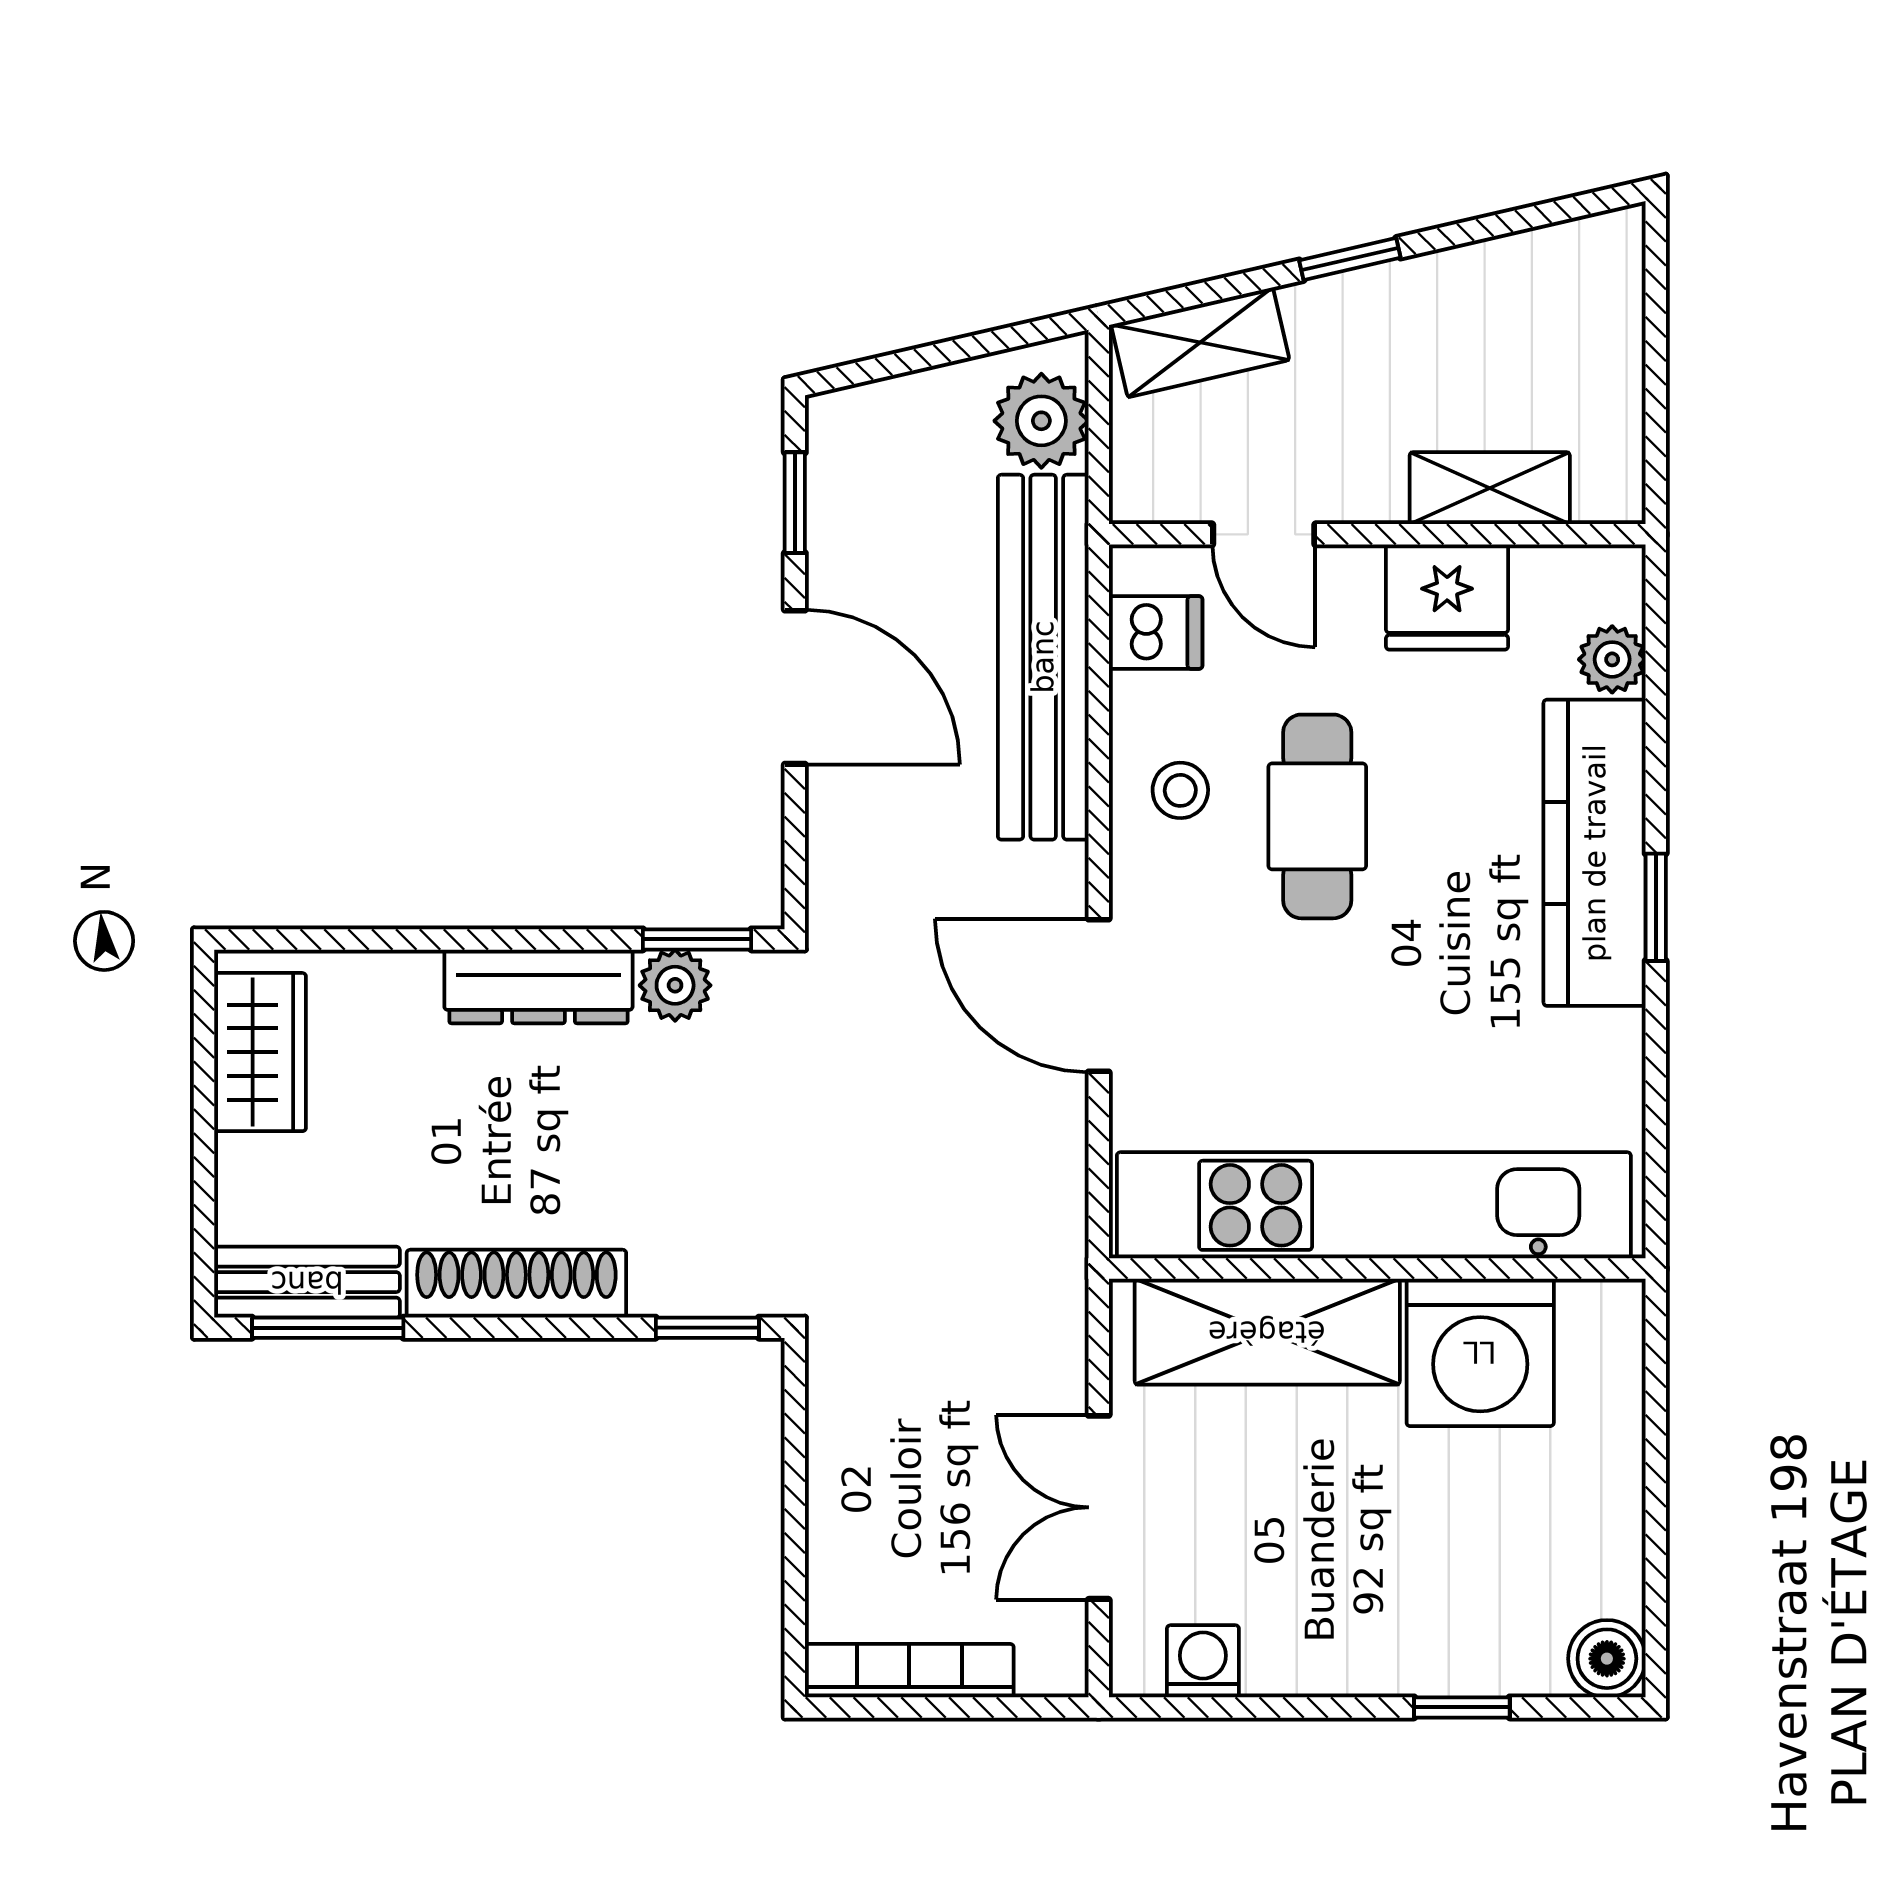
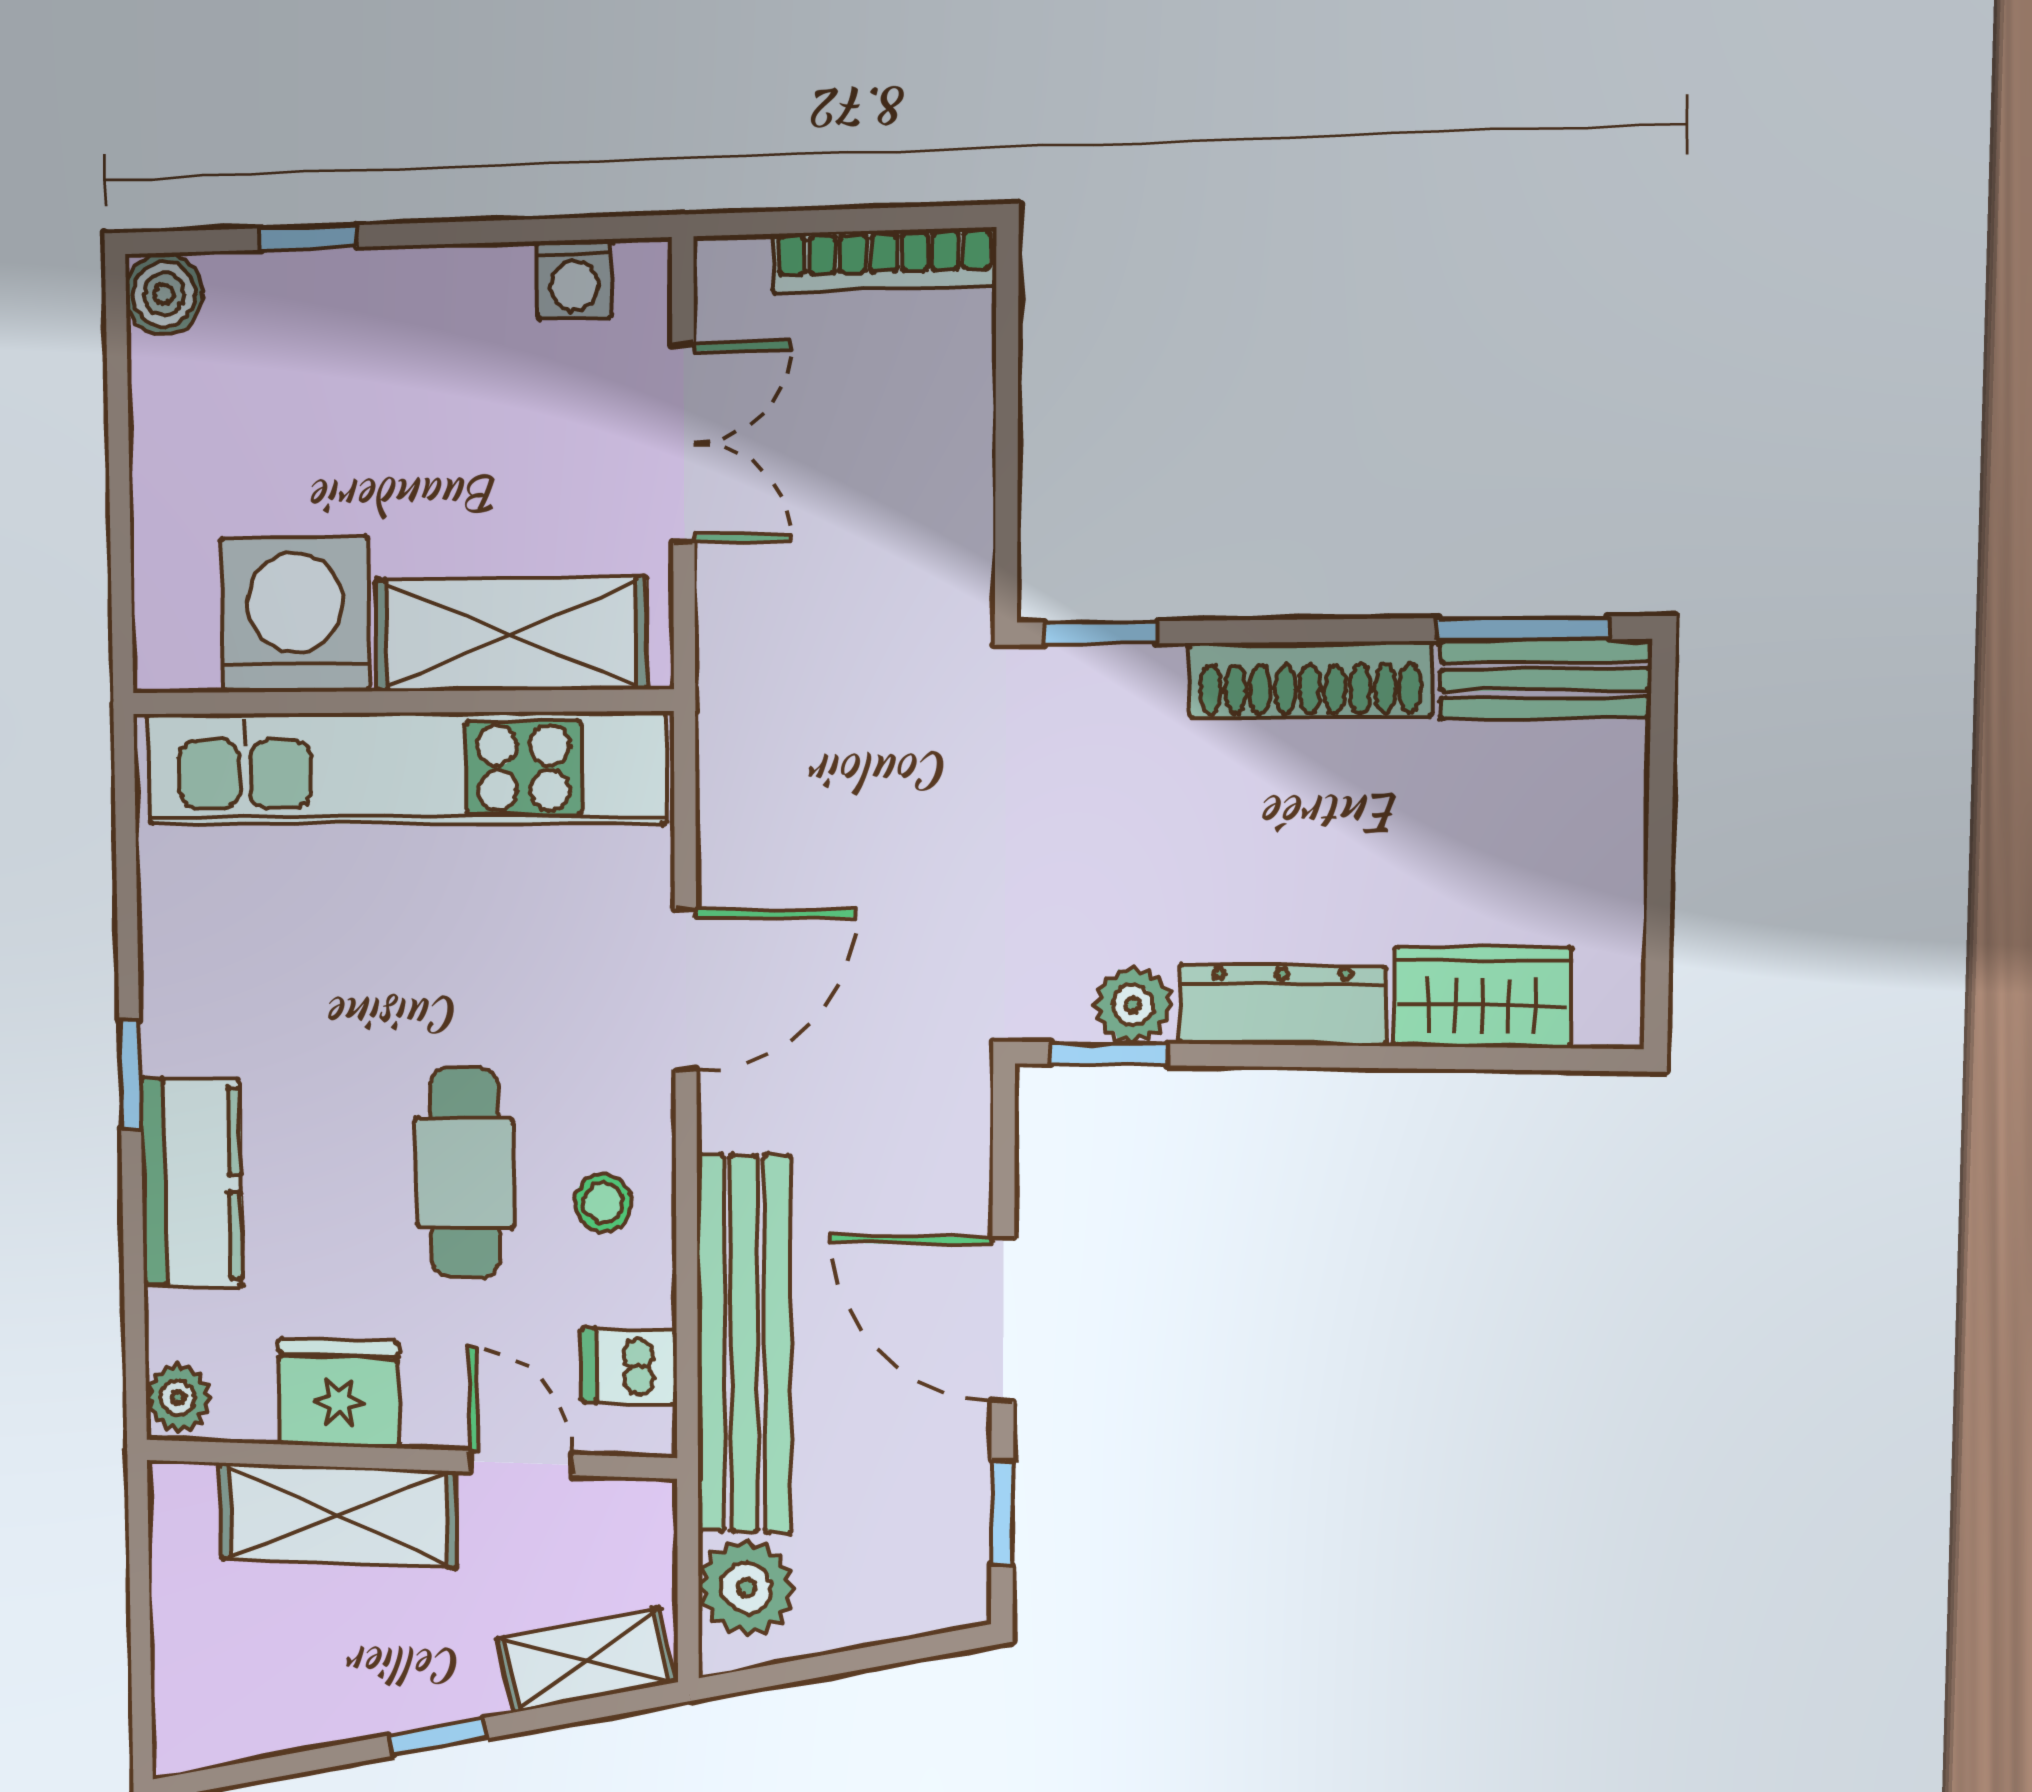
shelving: (1490, 488) -> (338, 1515), width x1.50, depth x1.33
plant: (1612, 659) -> (178, 1398), moved
kitchen counter: (1595, 853) -> (191, 1182), width x0.67
door: (1099, 996) -> (686, 990), hinge flipped
wardrobe: (260, 1052) -> (1482, 997), moved, turned 90

